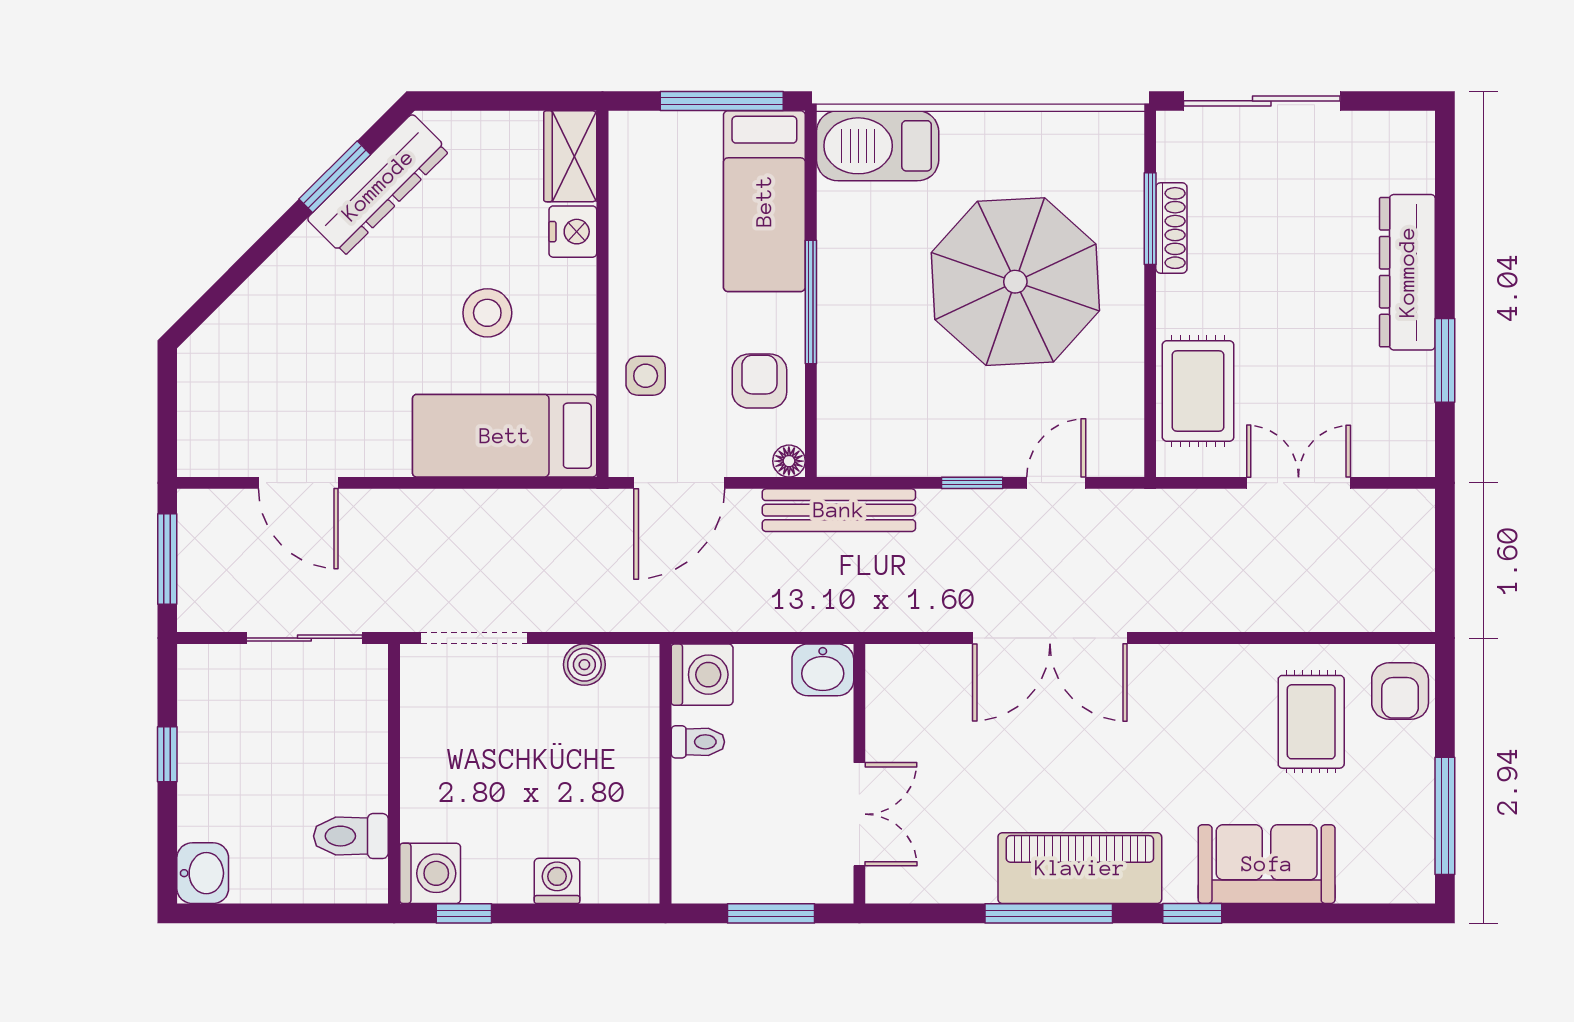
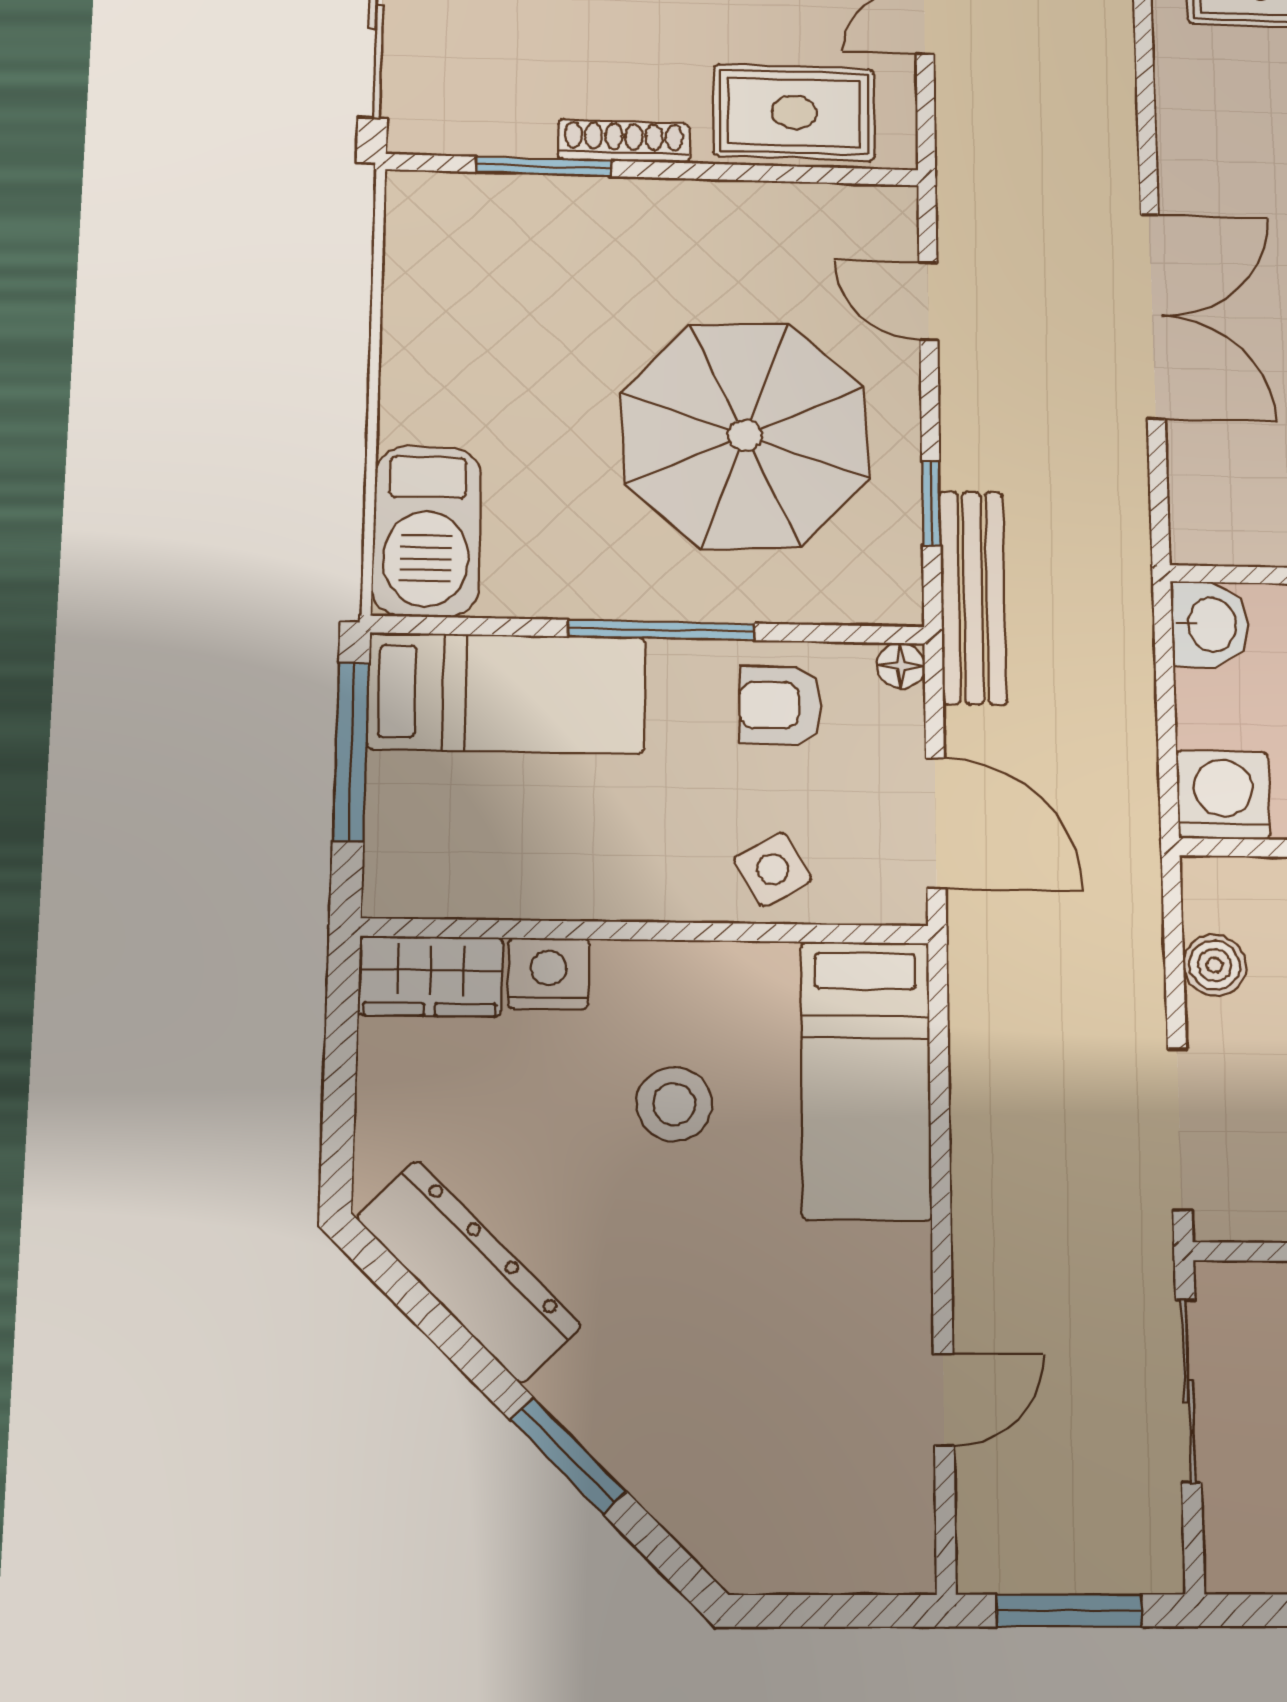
window: (335, 177) -> (568, 1456), moved
shoe rack: (1171, 228) -> (624, 141), moved
parasol: (1015, 282) -> (745, 435), moved
side table: (646, 376) -> (773, 869), turned -30
door: (298, 483) -> (944, 1400), width x0.73
window: (972, 483) -> (931, 504), moved

